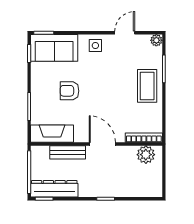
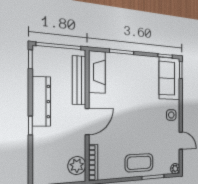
armchair: (69, 91) -> (135, 91), removed
bench: (68, 152) -> (79, 80), width x1.36
dresser: (54, 189) -> (41, 101), moved

